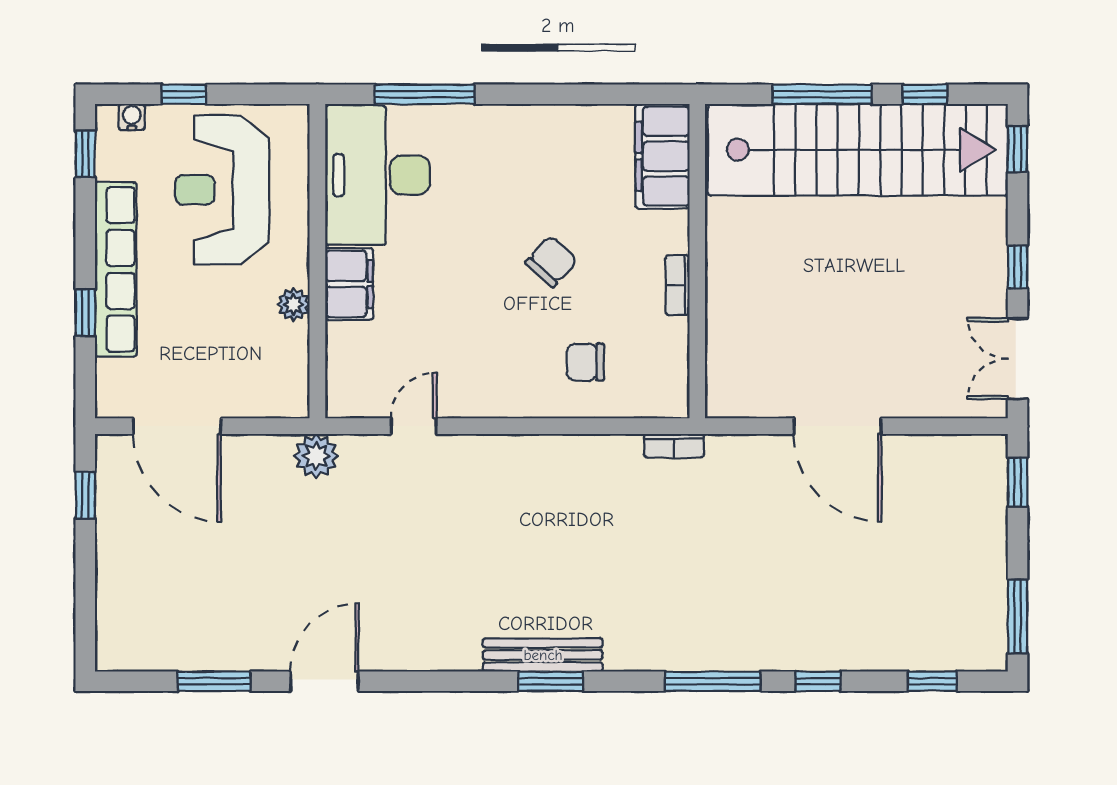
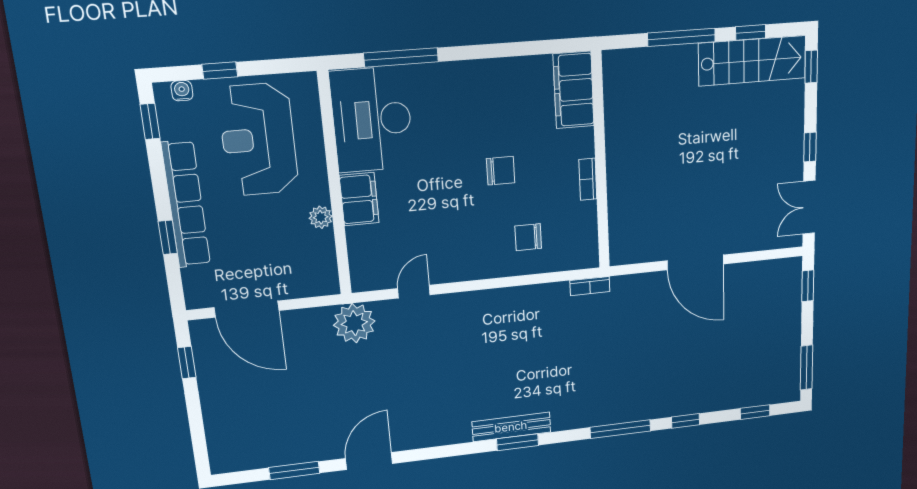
stairs: (858, 150) -> (752, 61), width x0.54, depth x0.66
chair: (551, 261) -> (501, 171), turned 48
plant: (316, 456) -> (354, 323), width x1.36, depth x1.36

